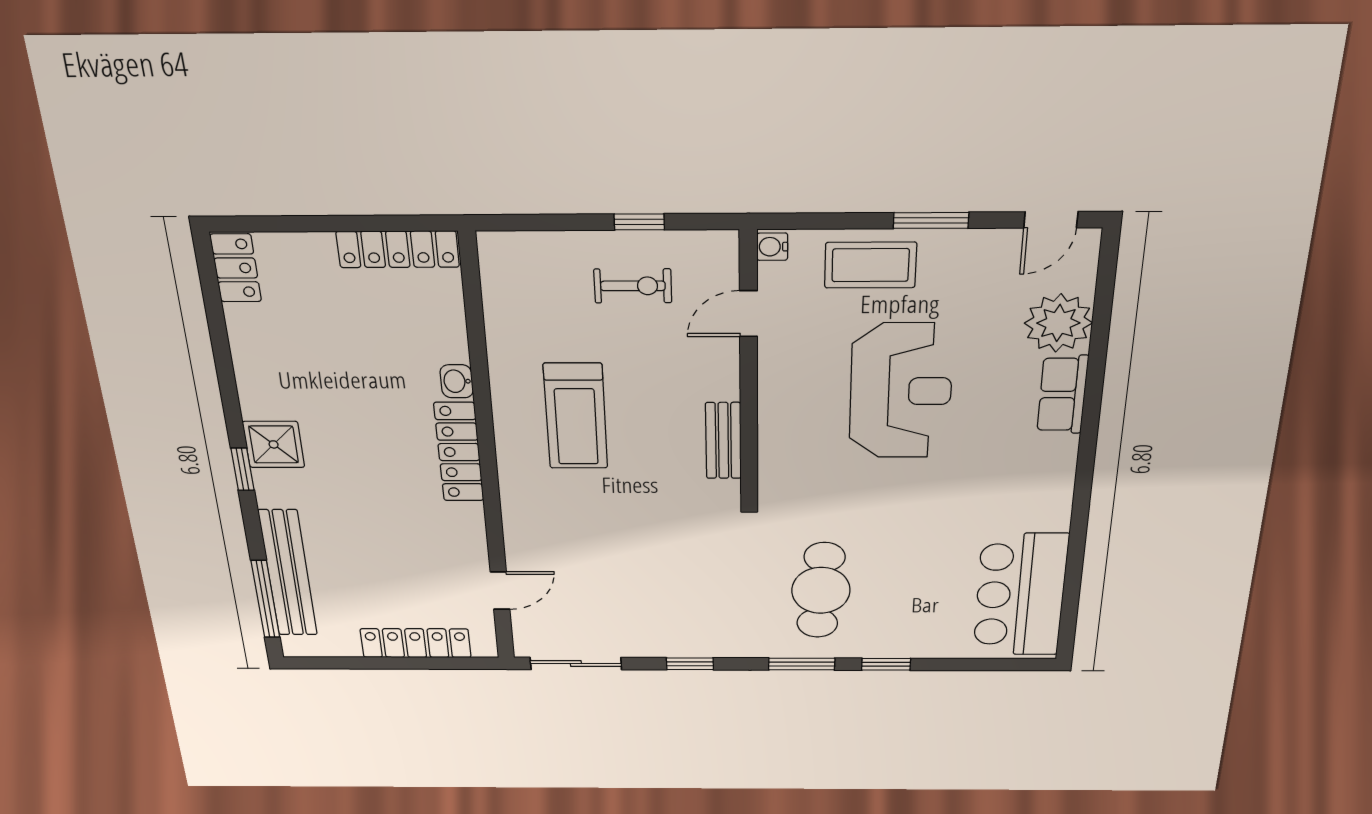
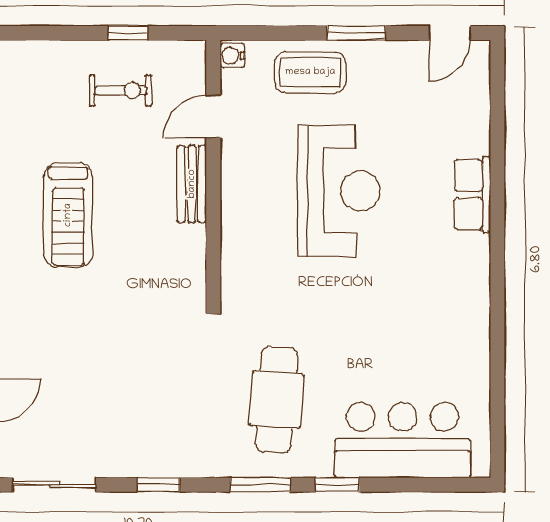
plant: (1058, 323) -> (463, 126), removed
bench: (723, 441) -> (192, 184), moved
bar counter: (1020, 595) -> (403, 440), moved, turned 90

